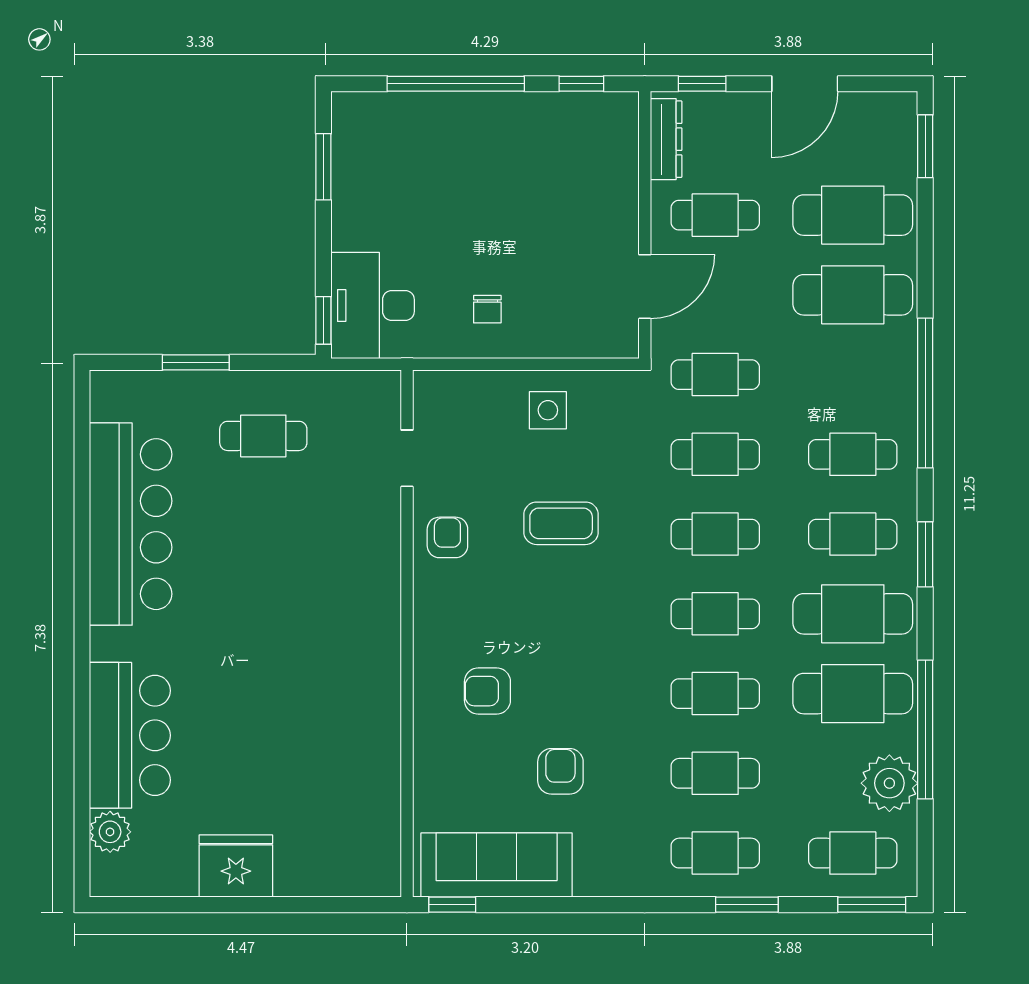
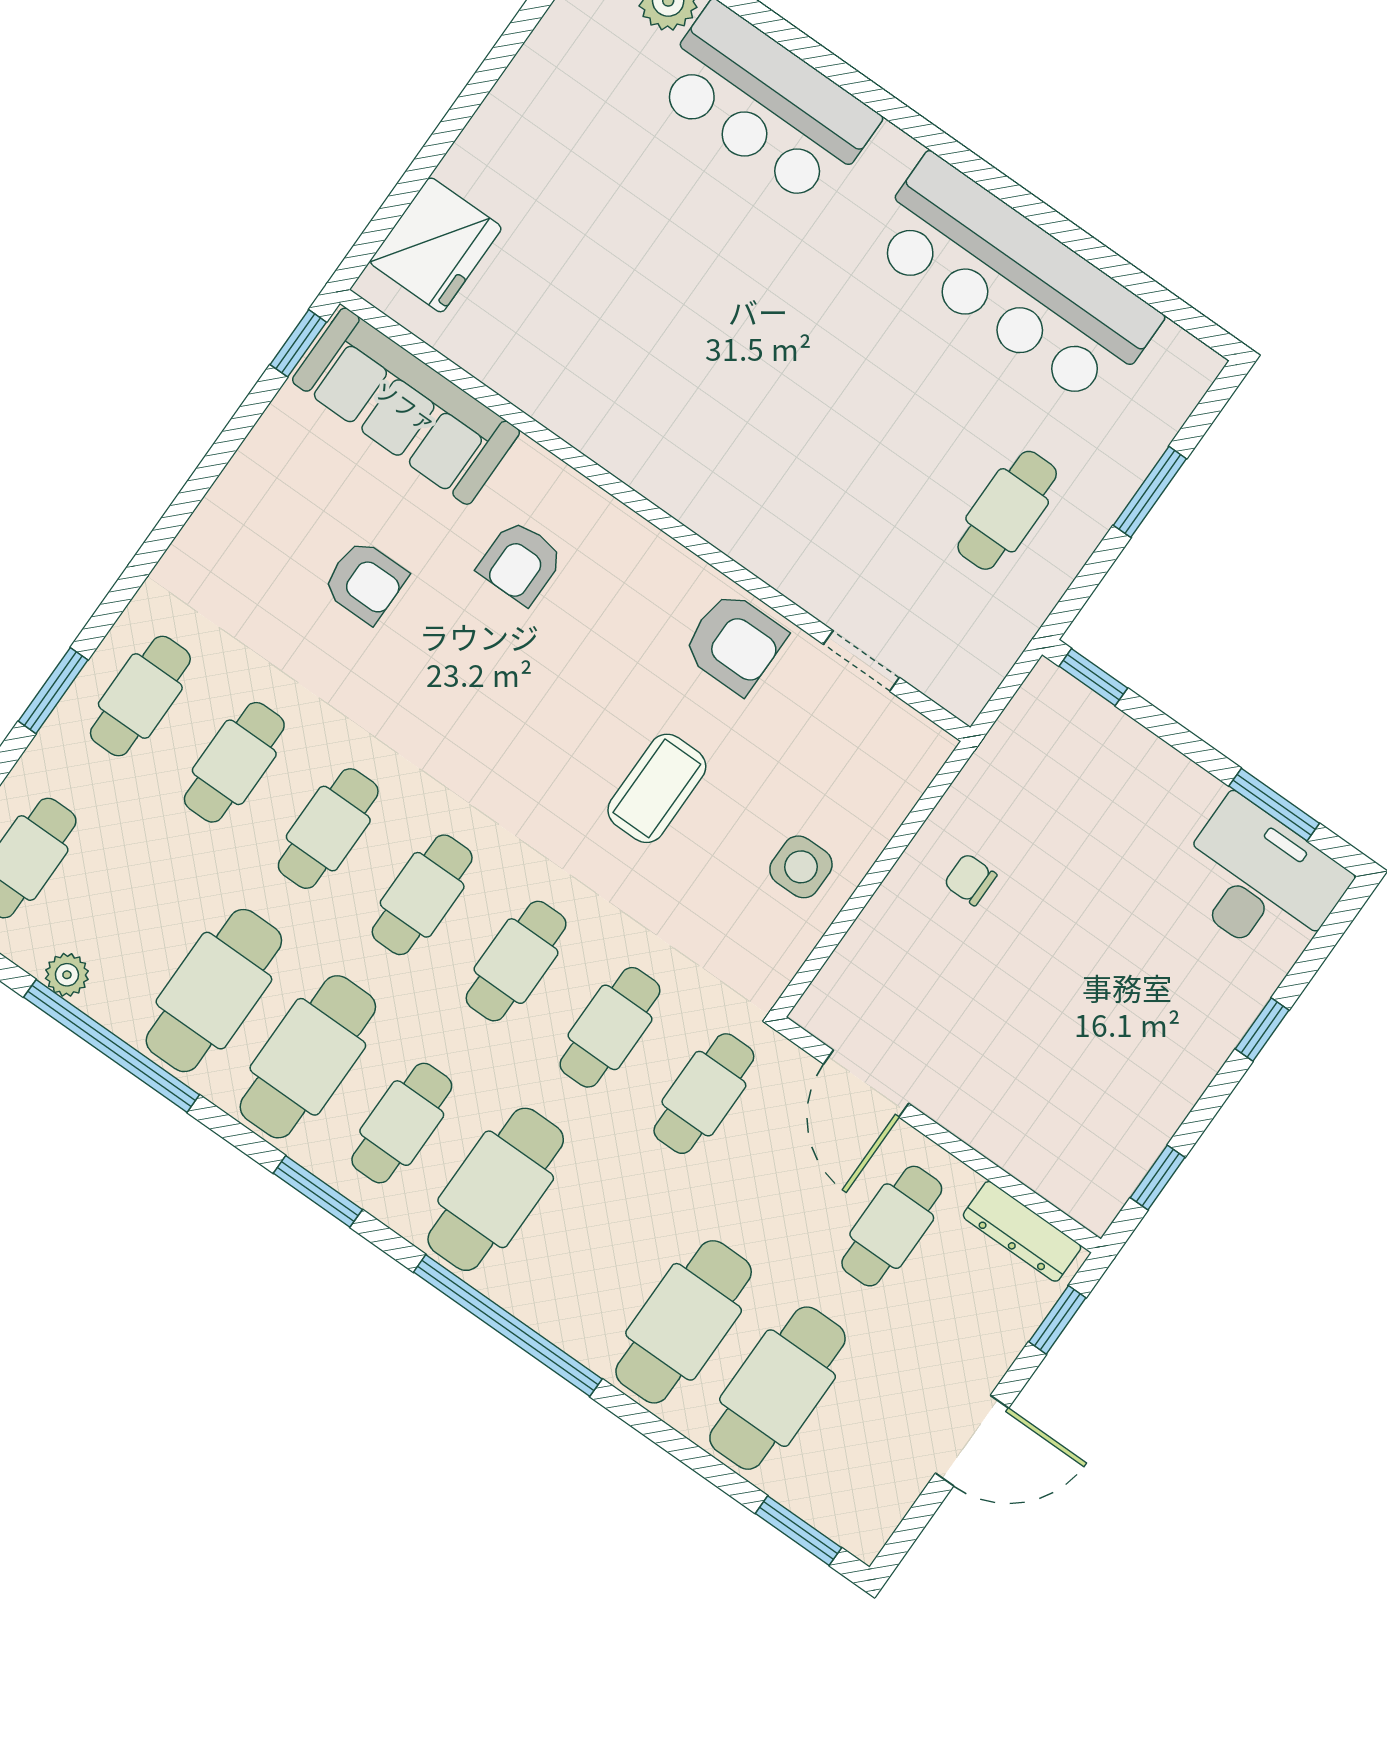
window: (456, 84) -> (1262, 1030), width x0.32
door: (805, 84) -> (972, 1441), swing flipped
desk: (373, 305) -> (1260, 881), moved
cafe table: (853, 454) -> (496, 1189), width x1.37, depth x1.35
armchair: (447, 537) -> (735, 643), width x1.38, depth x1.38
armchair: (487, 691) -> (520, 562), turned 180
plant: (889, 783) -> (67, 975), width x0.53, depth x0.53
sofa: (497, 865) -> (406, 406), moved, turned 90
fridge: (236, 866) -> (436, 245), moved

